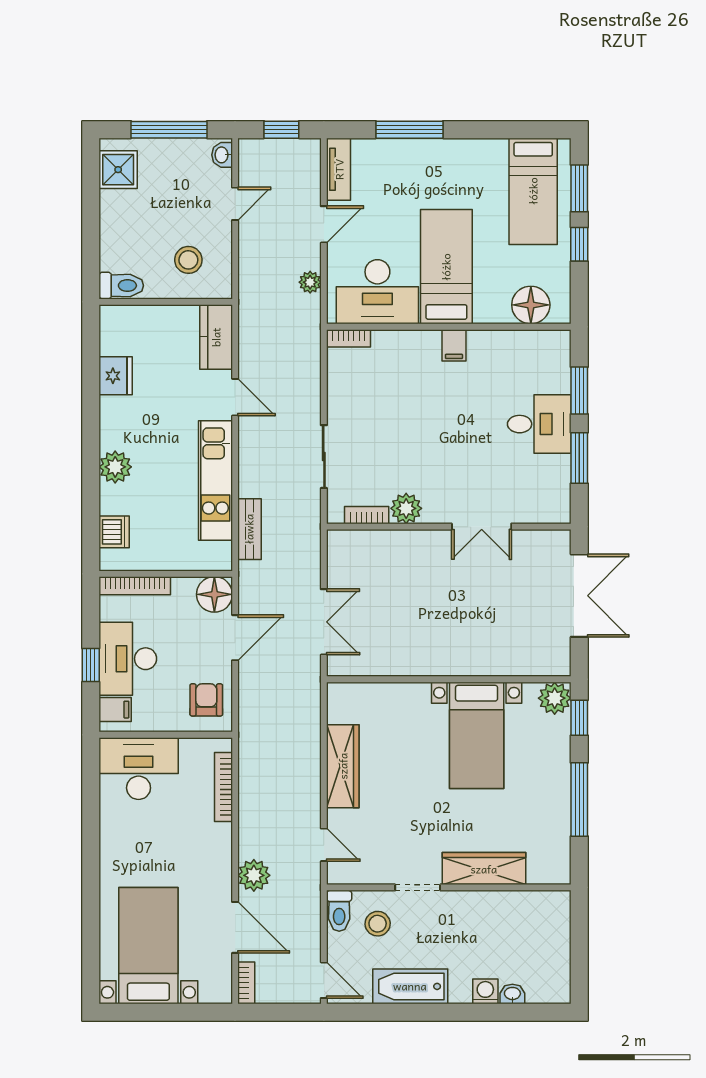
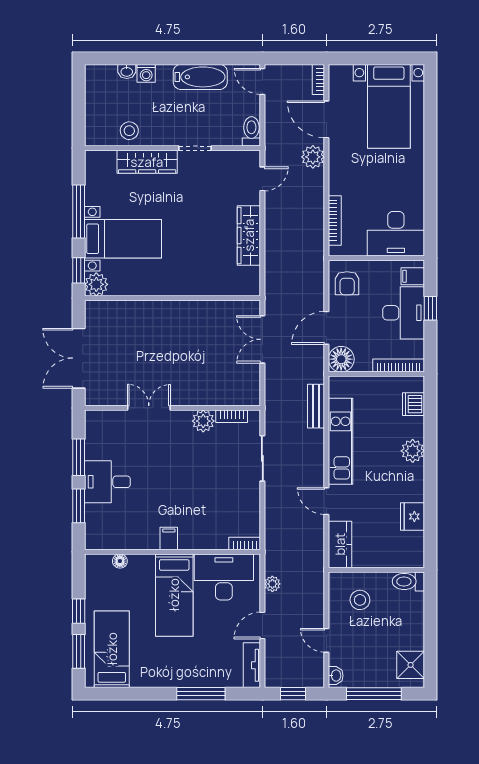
door: (235, 204) -> (326, 640), hinge flipped
floor lamp: (531, 305) -> (120, 561), width x0.53, depth x0.53
bed with nightstands: (477, 735) -> (123, 239), moved, turned 90
door: (324, 845) -> (262, 179), swing flipped
stool: (378, 924) -> (129, 131), moved

